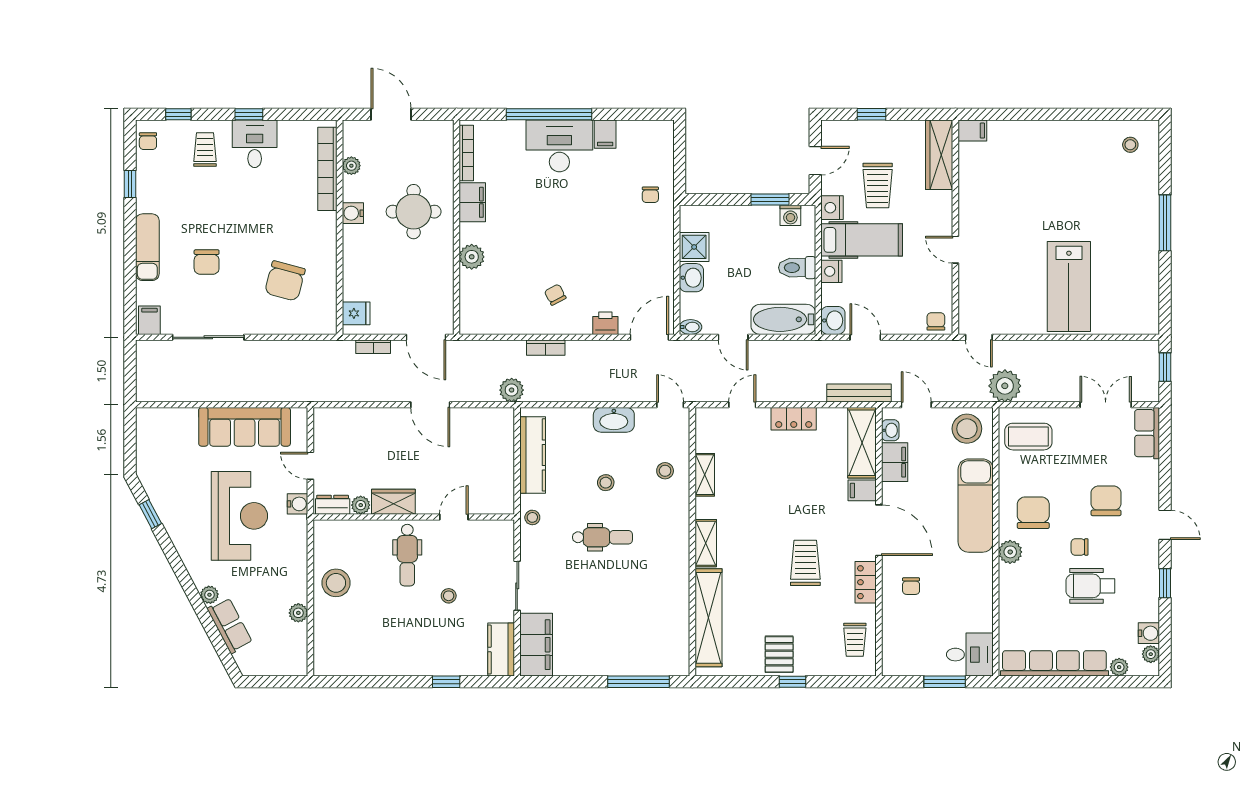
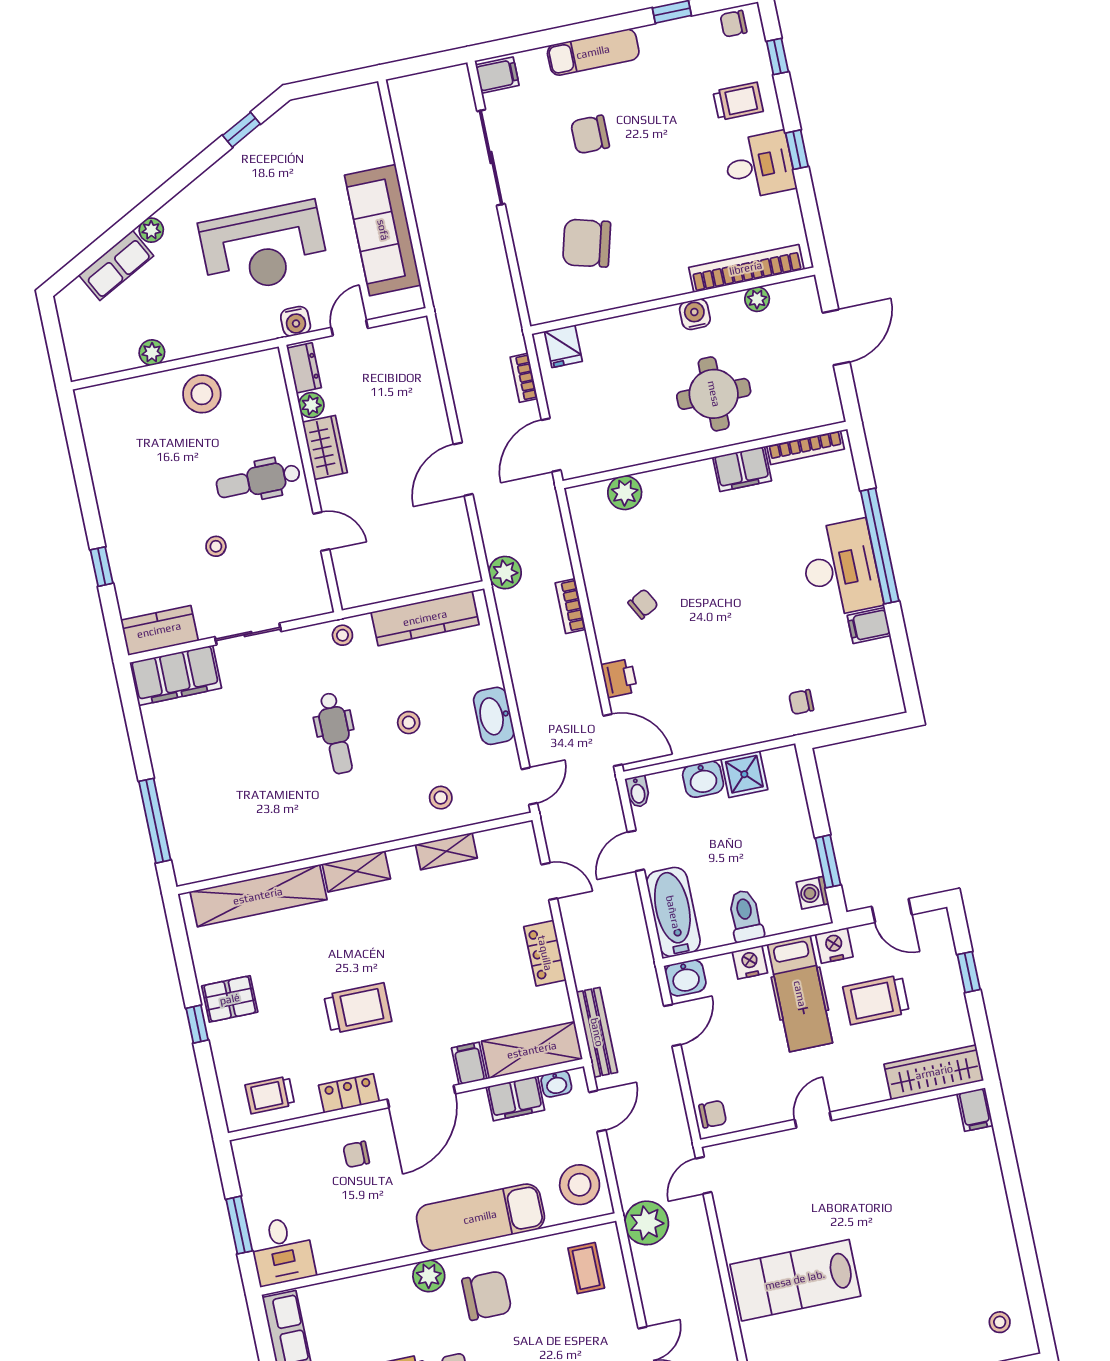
plant: (472, 257) -> (625, 493), moved
coffee table: (1028, 437) -> (586, 1268), width x0.73, depth x0.77

